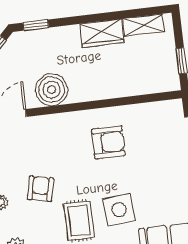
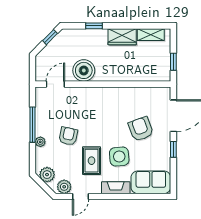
window: (36, 25) -> (94, 26), moved
armchair: (108, 142) -> (141, 129), moved, turned -110

